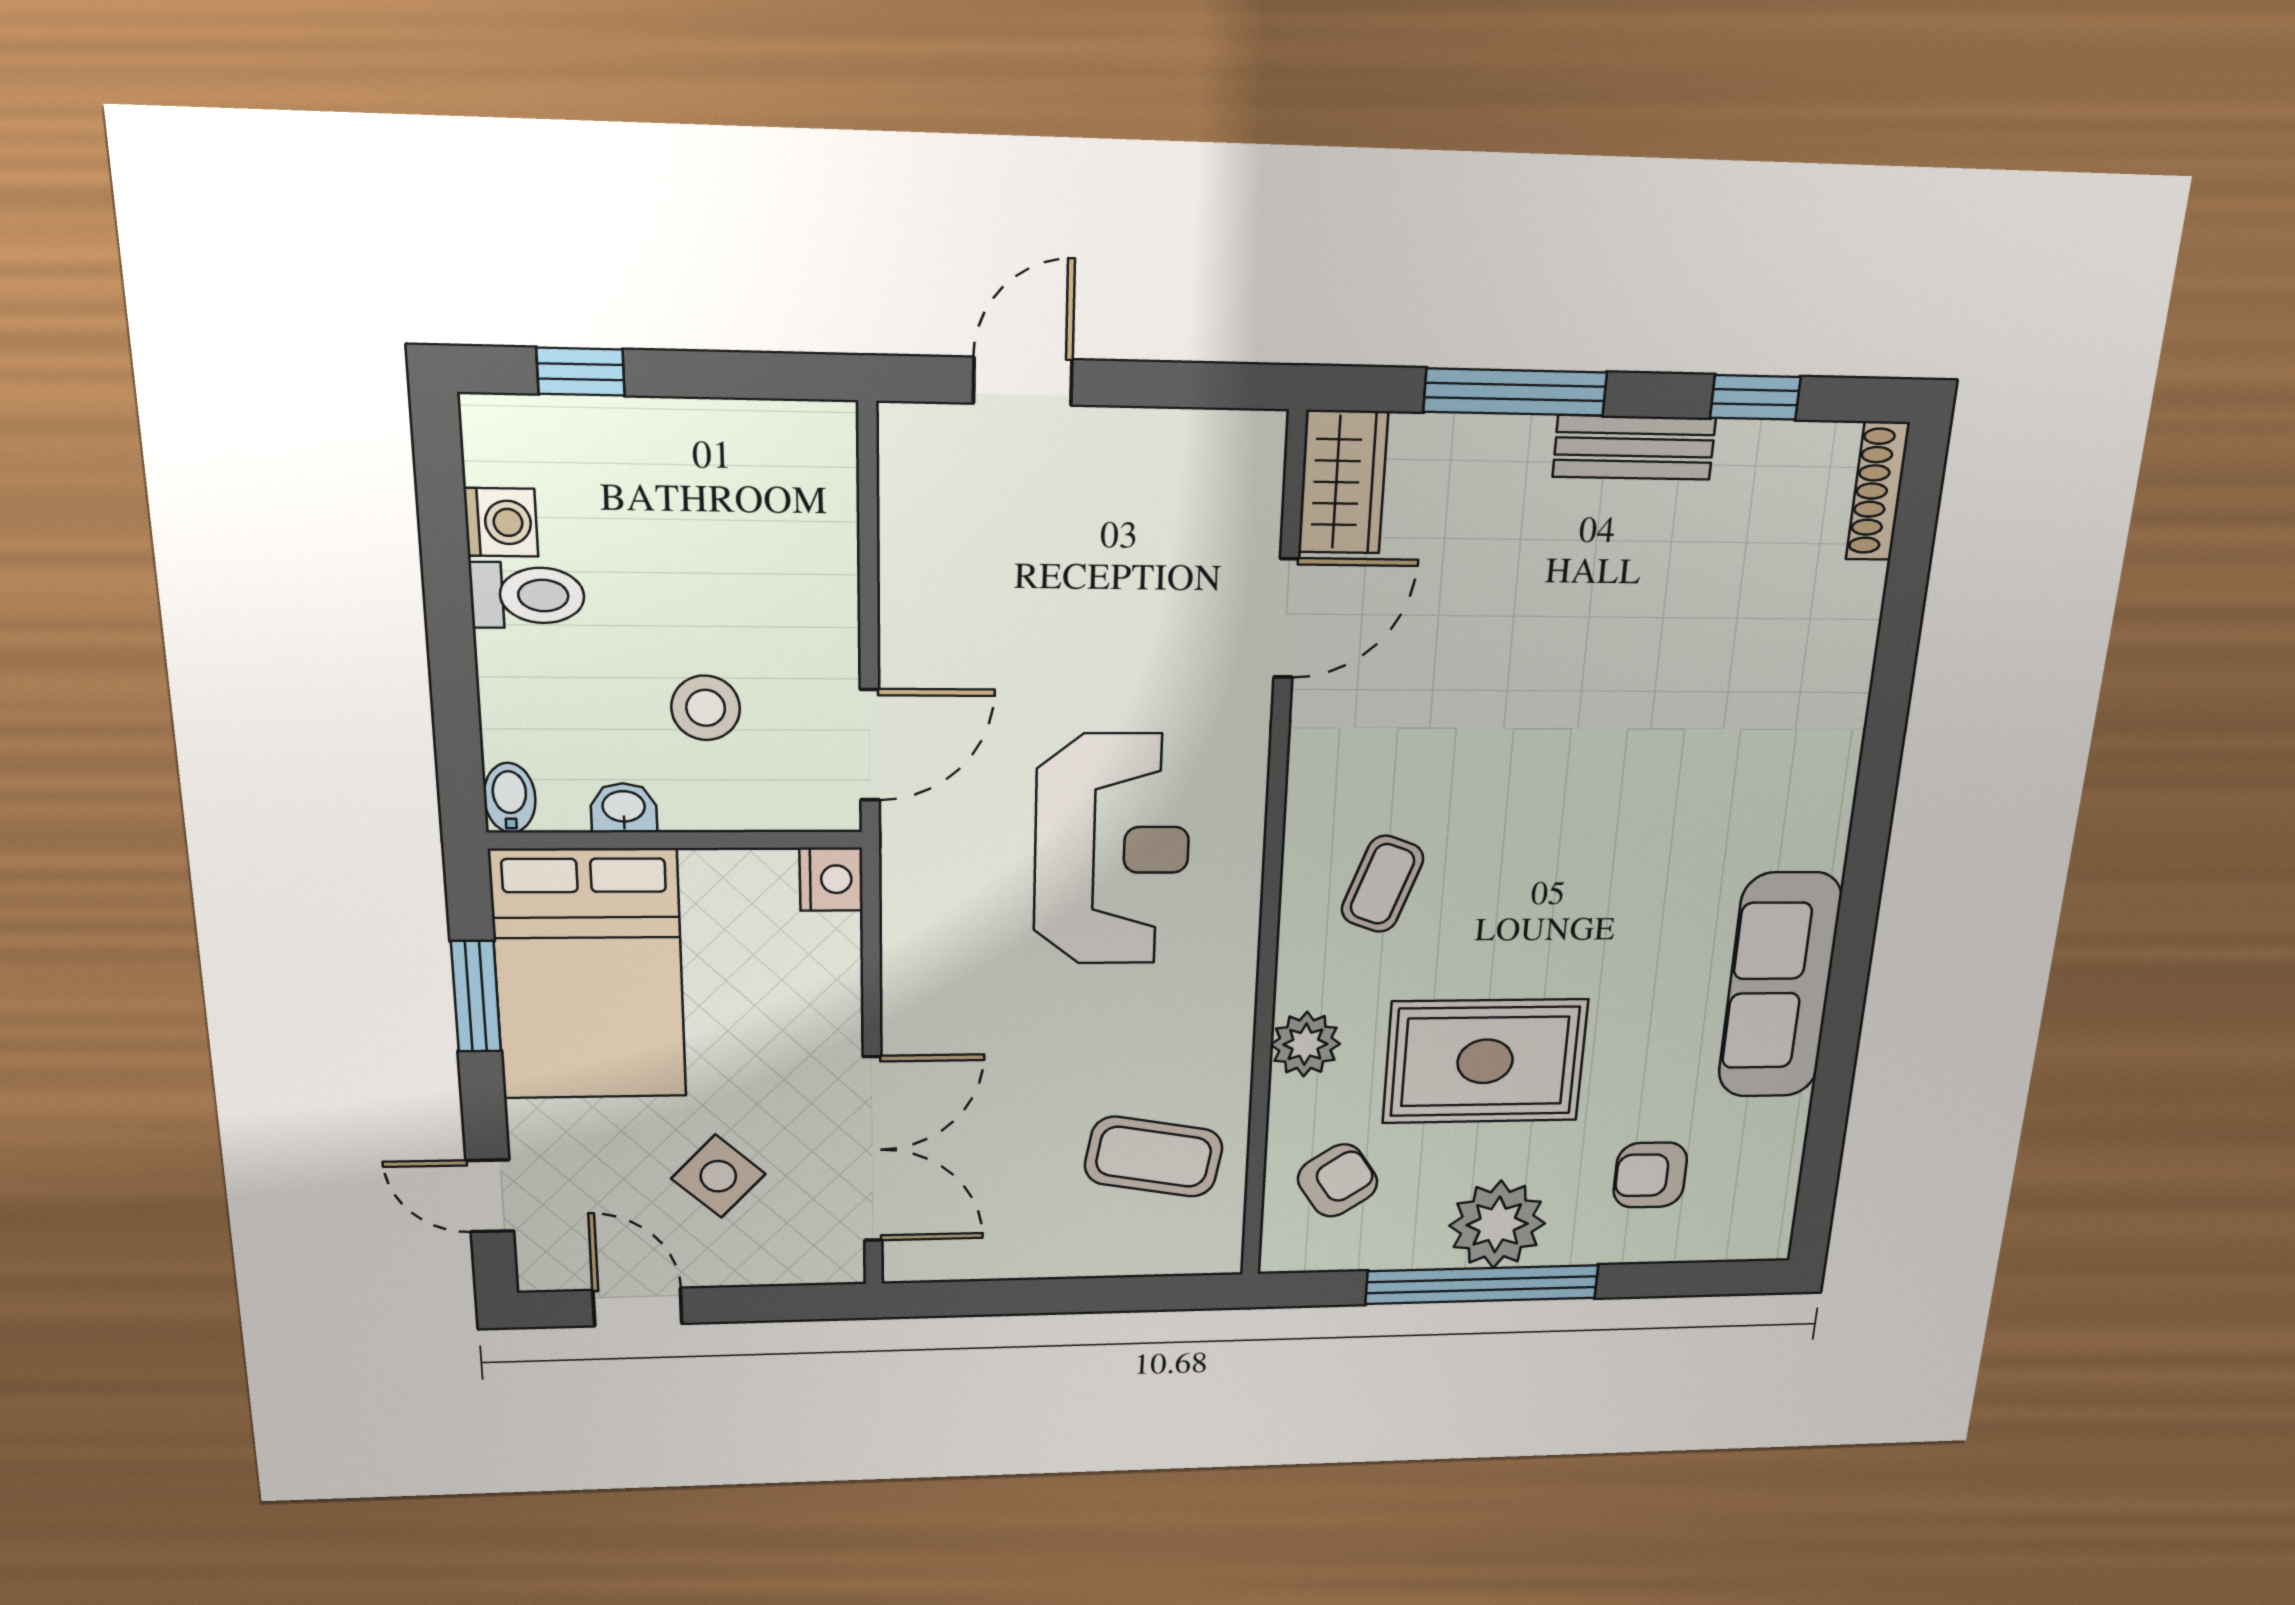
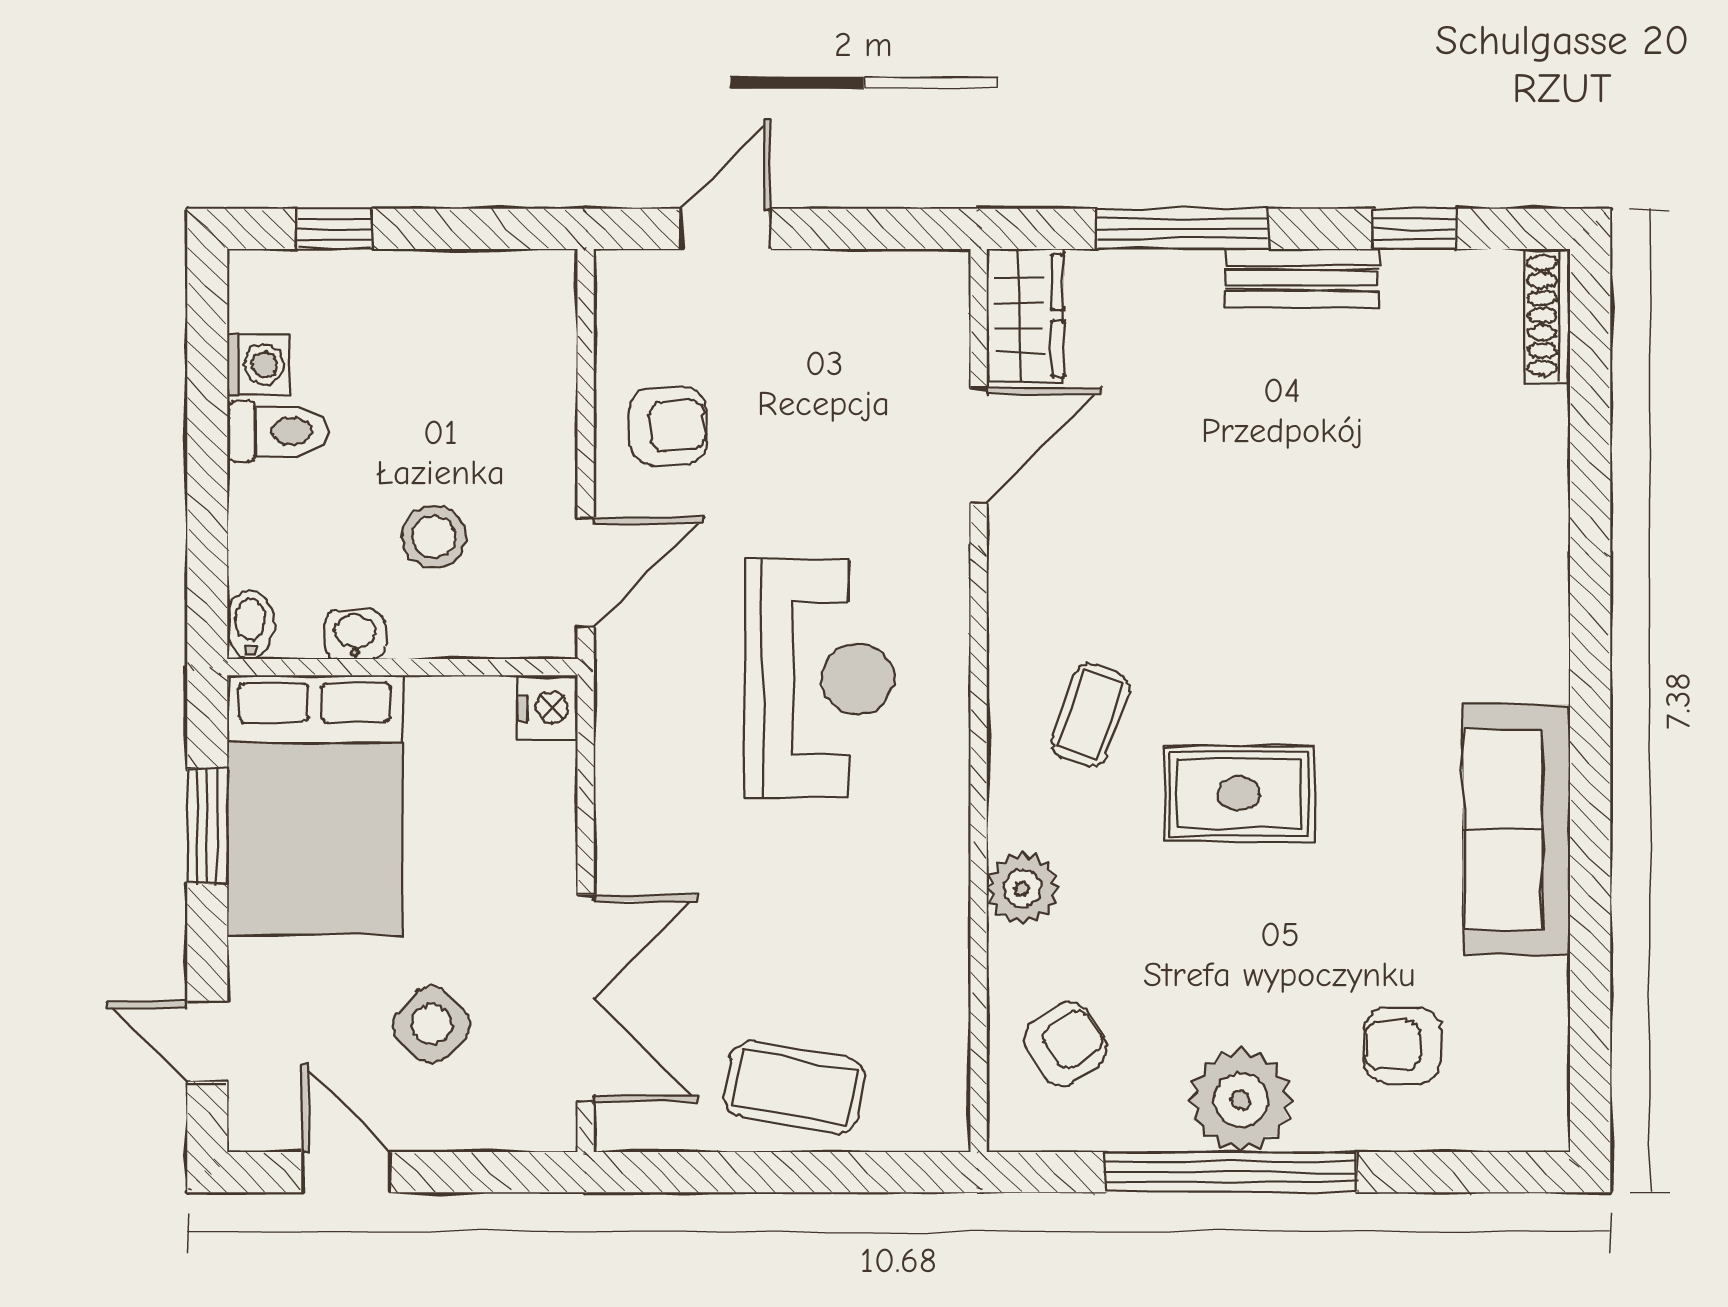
armchair: (958, 594) -> (668, 426), added
rug: (1485, 1061) -> (1239, 794), moved, width x0.73, depth x0.70
coffee table: (1154, 1157) -> (794, 1087), moved

